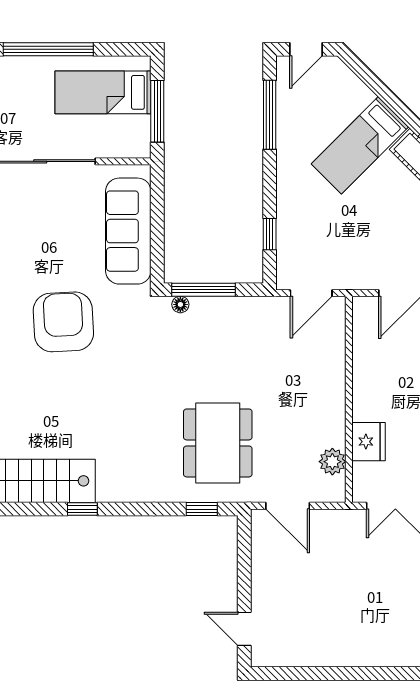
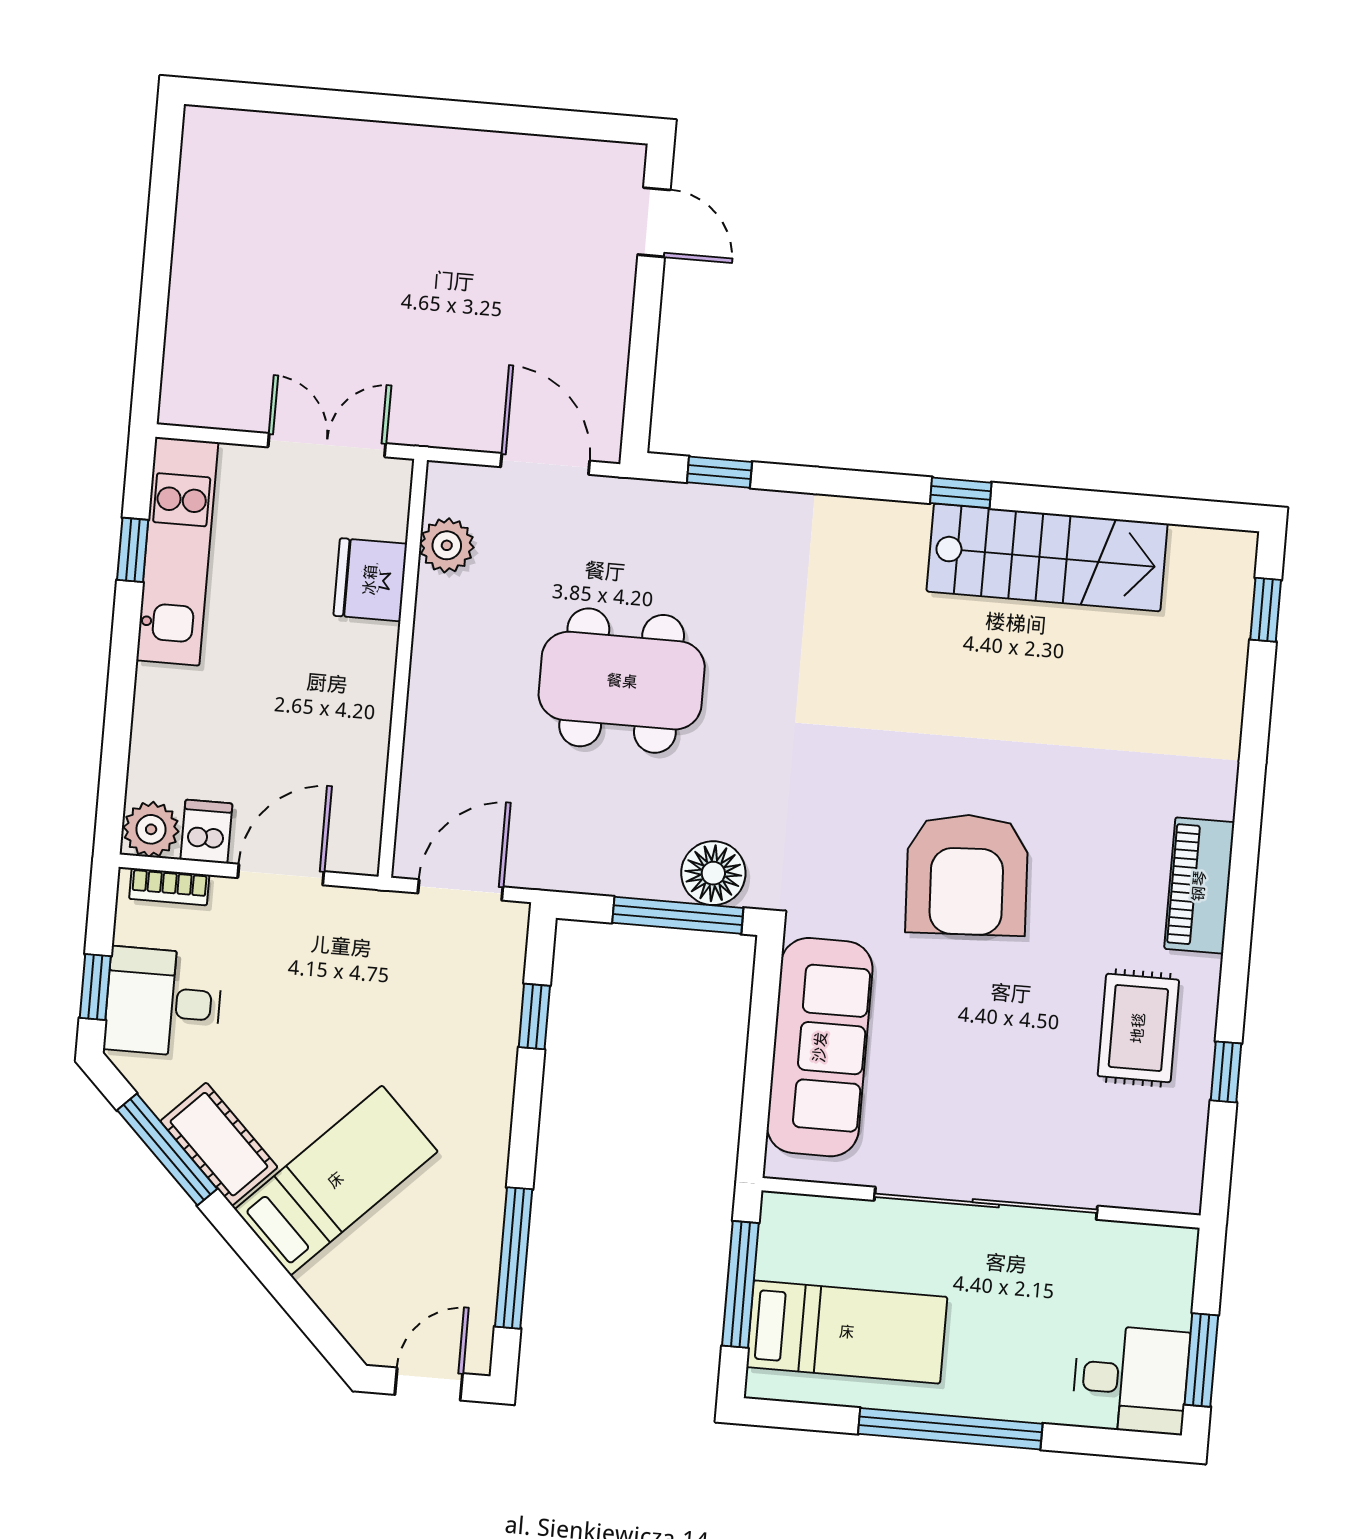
floor lamp: (180, 304) -> (713, 873), width x1.89, depth x1.89
dining table: (218, 443) -> (622, 681), moved, turned 90

